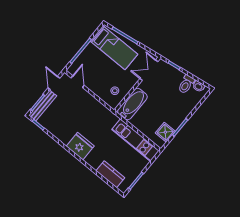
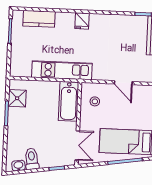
door: (78, 82) -> (123, 83), moved
kitchen unit: (136, 140) -> (62, 70), moved
fridge: (80, 146) -> (82, 21), width x0.53, depth x0.75

